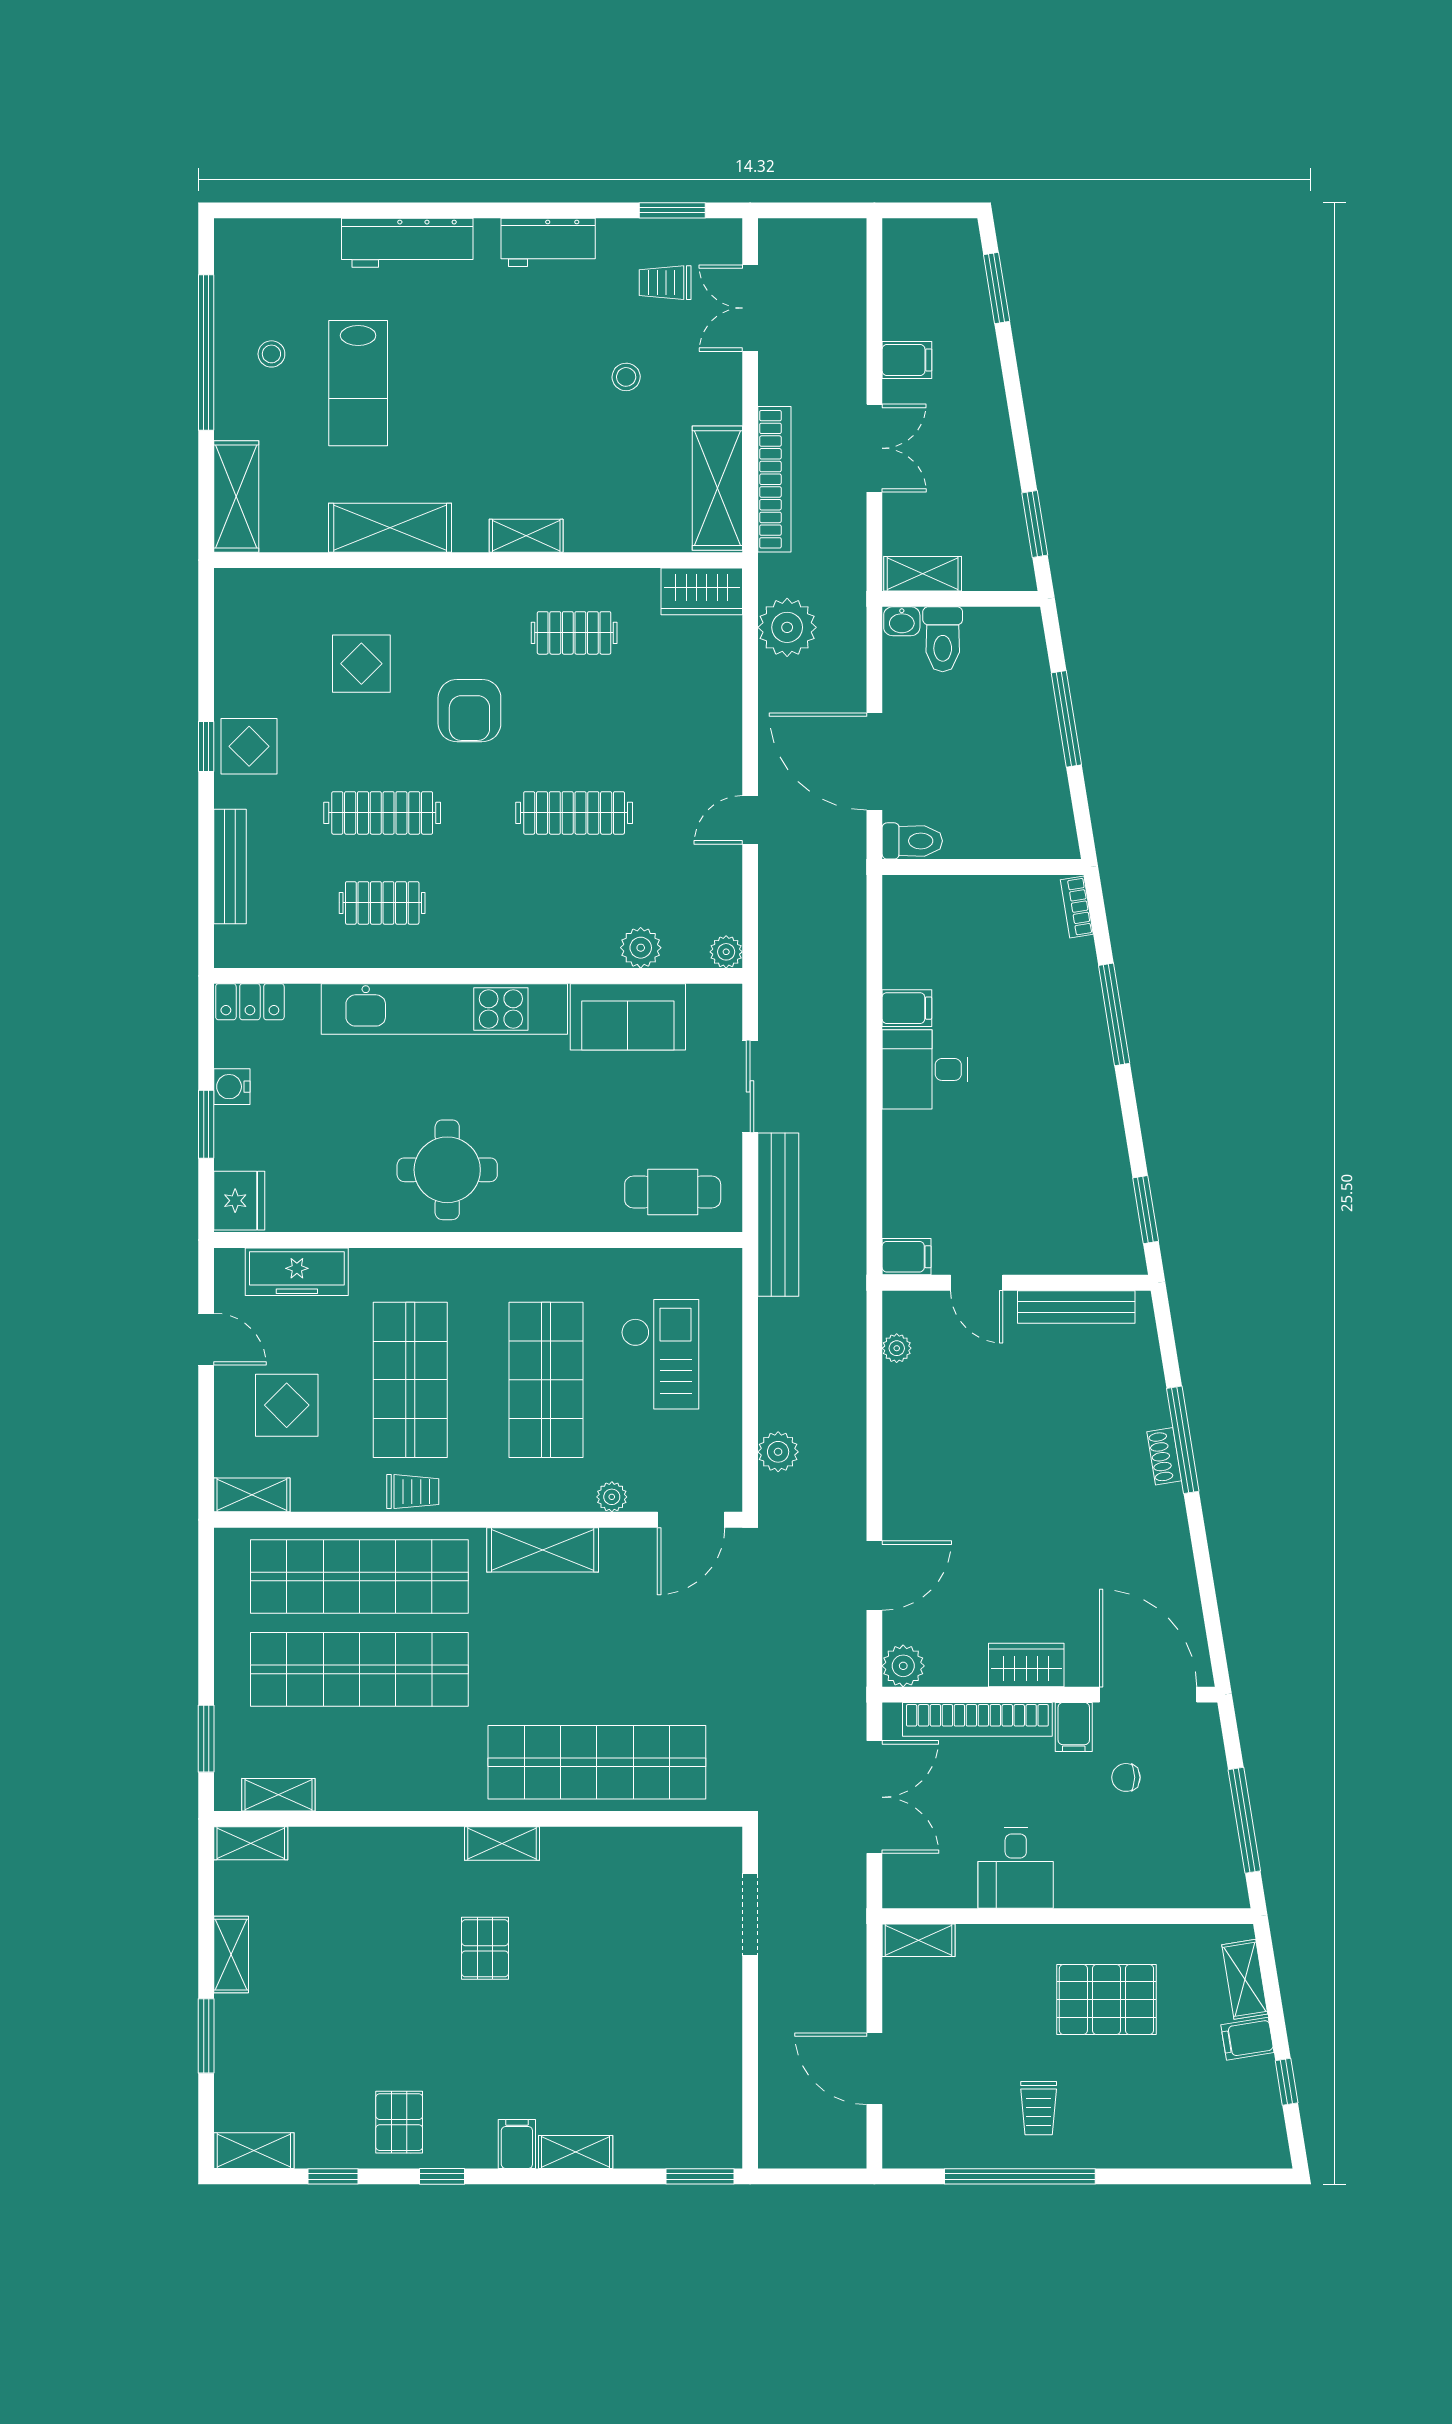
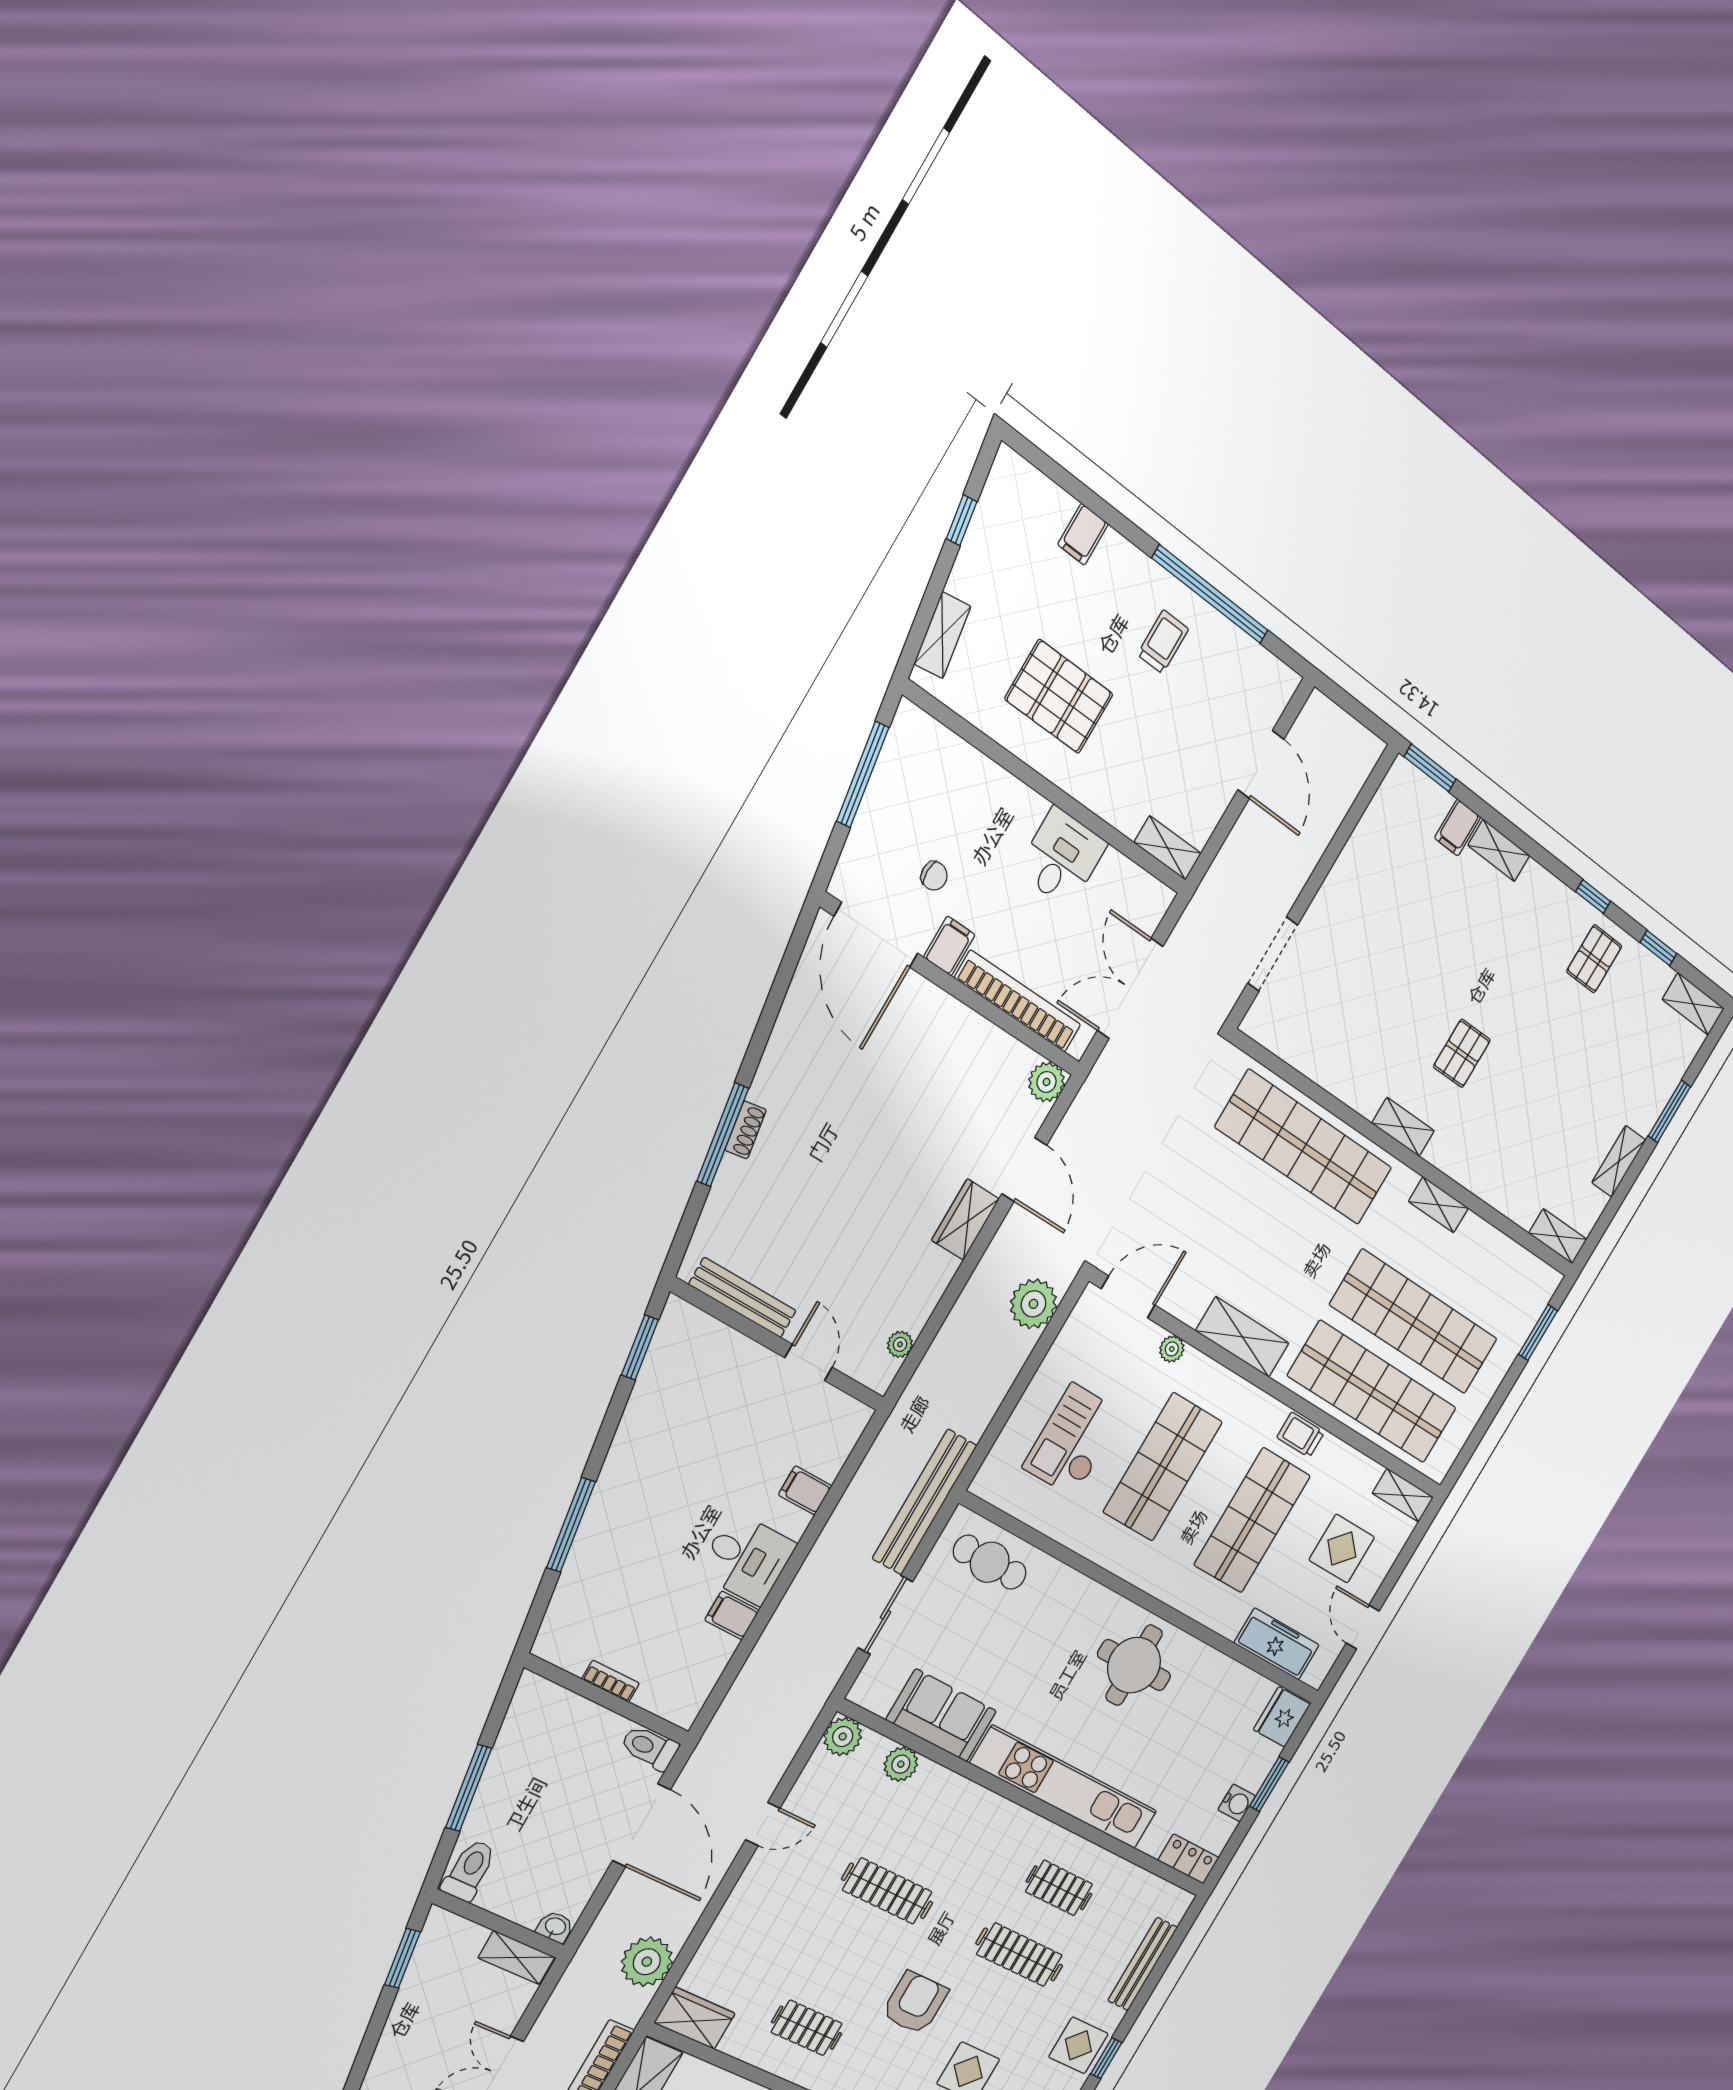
toilet: (943, 639) -> (469, 1870), moved
bookcase: (1077, 907) -> (611, 1681), moved, turned -81
plant: (726, 952) -> (843, 1737), width x1.38, depth x1.38
filing cabinet: (907, 1257) -> (805, 1490), moved
plant: (778, 1452) -> (1033, 1304), width x1.36, depth x1.36
door: (874, 1576) -> (1024, 1169), swing flipped
wardrobe: (1026, 1665) -> (965, 1219), moved, turned 90
shelving: (278, 1795) -> (1438, 1205), moved
filing cabinet: (1247, 2039) -> (1083, 534), moved, turned 99
filing cabinet: (517, 2144) -> (1458, 828), moved

